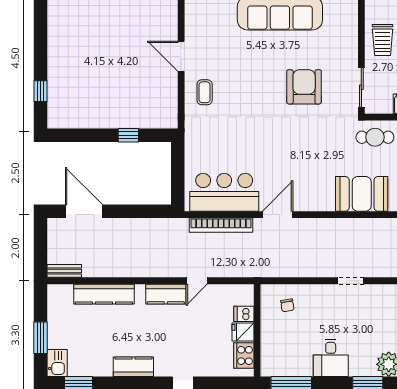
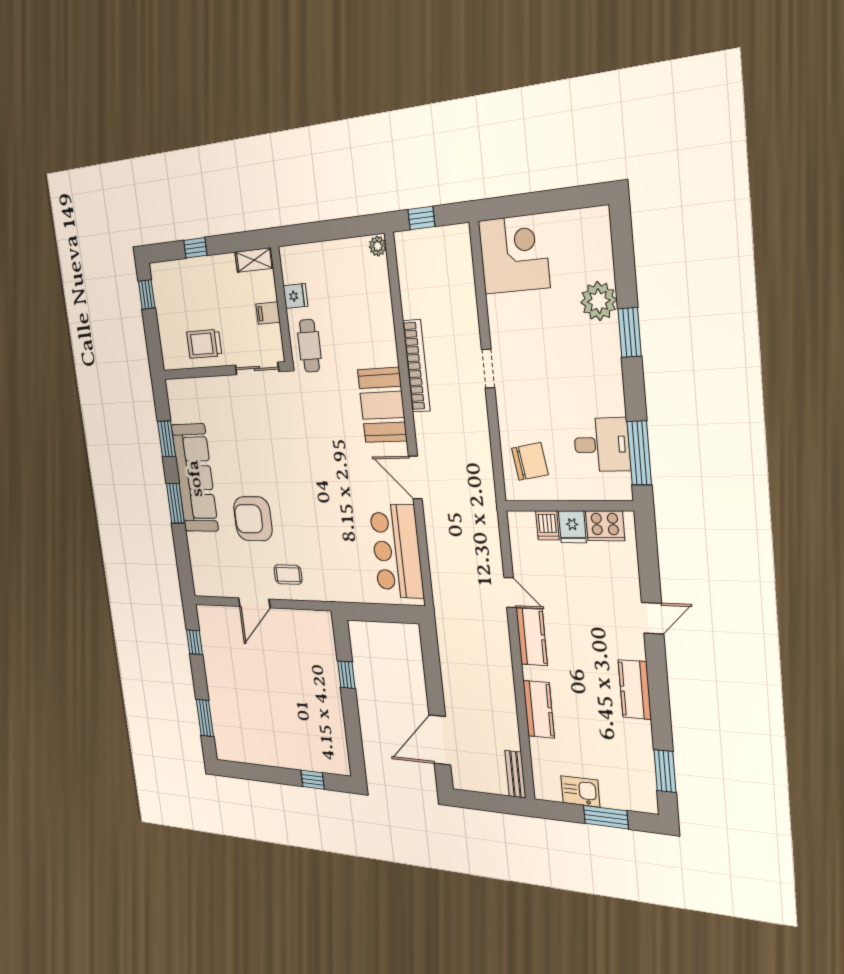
trolley: (383, 40) -> (204, 344), turned 180
armchair: (304, 87) -> (253, 519), moved
booth: (362, 194) -> (382, 405), moved
bookcase: (221, 225) -> (416, 366), moved
kitchen counter: (104, 294) -> (539, 709), width x0.67
chair: (287, 305) -> (530, 461), width x1.87, depth x1.87
desk: (331, 358) -> (602, 445), moved
kitchen sink: (57, 363) -> (580, 791), moved

